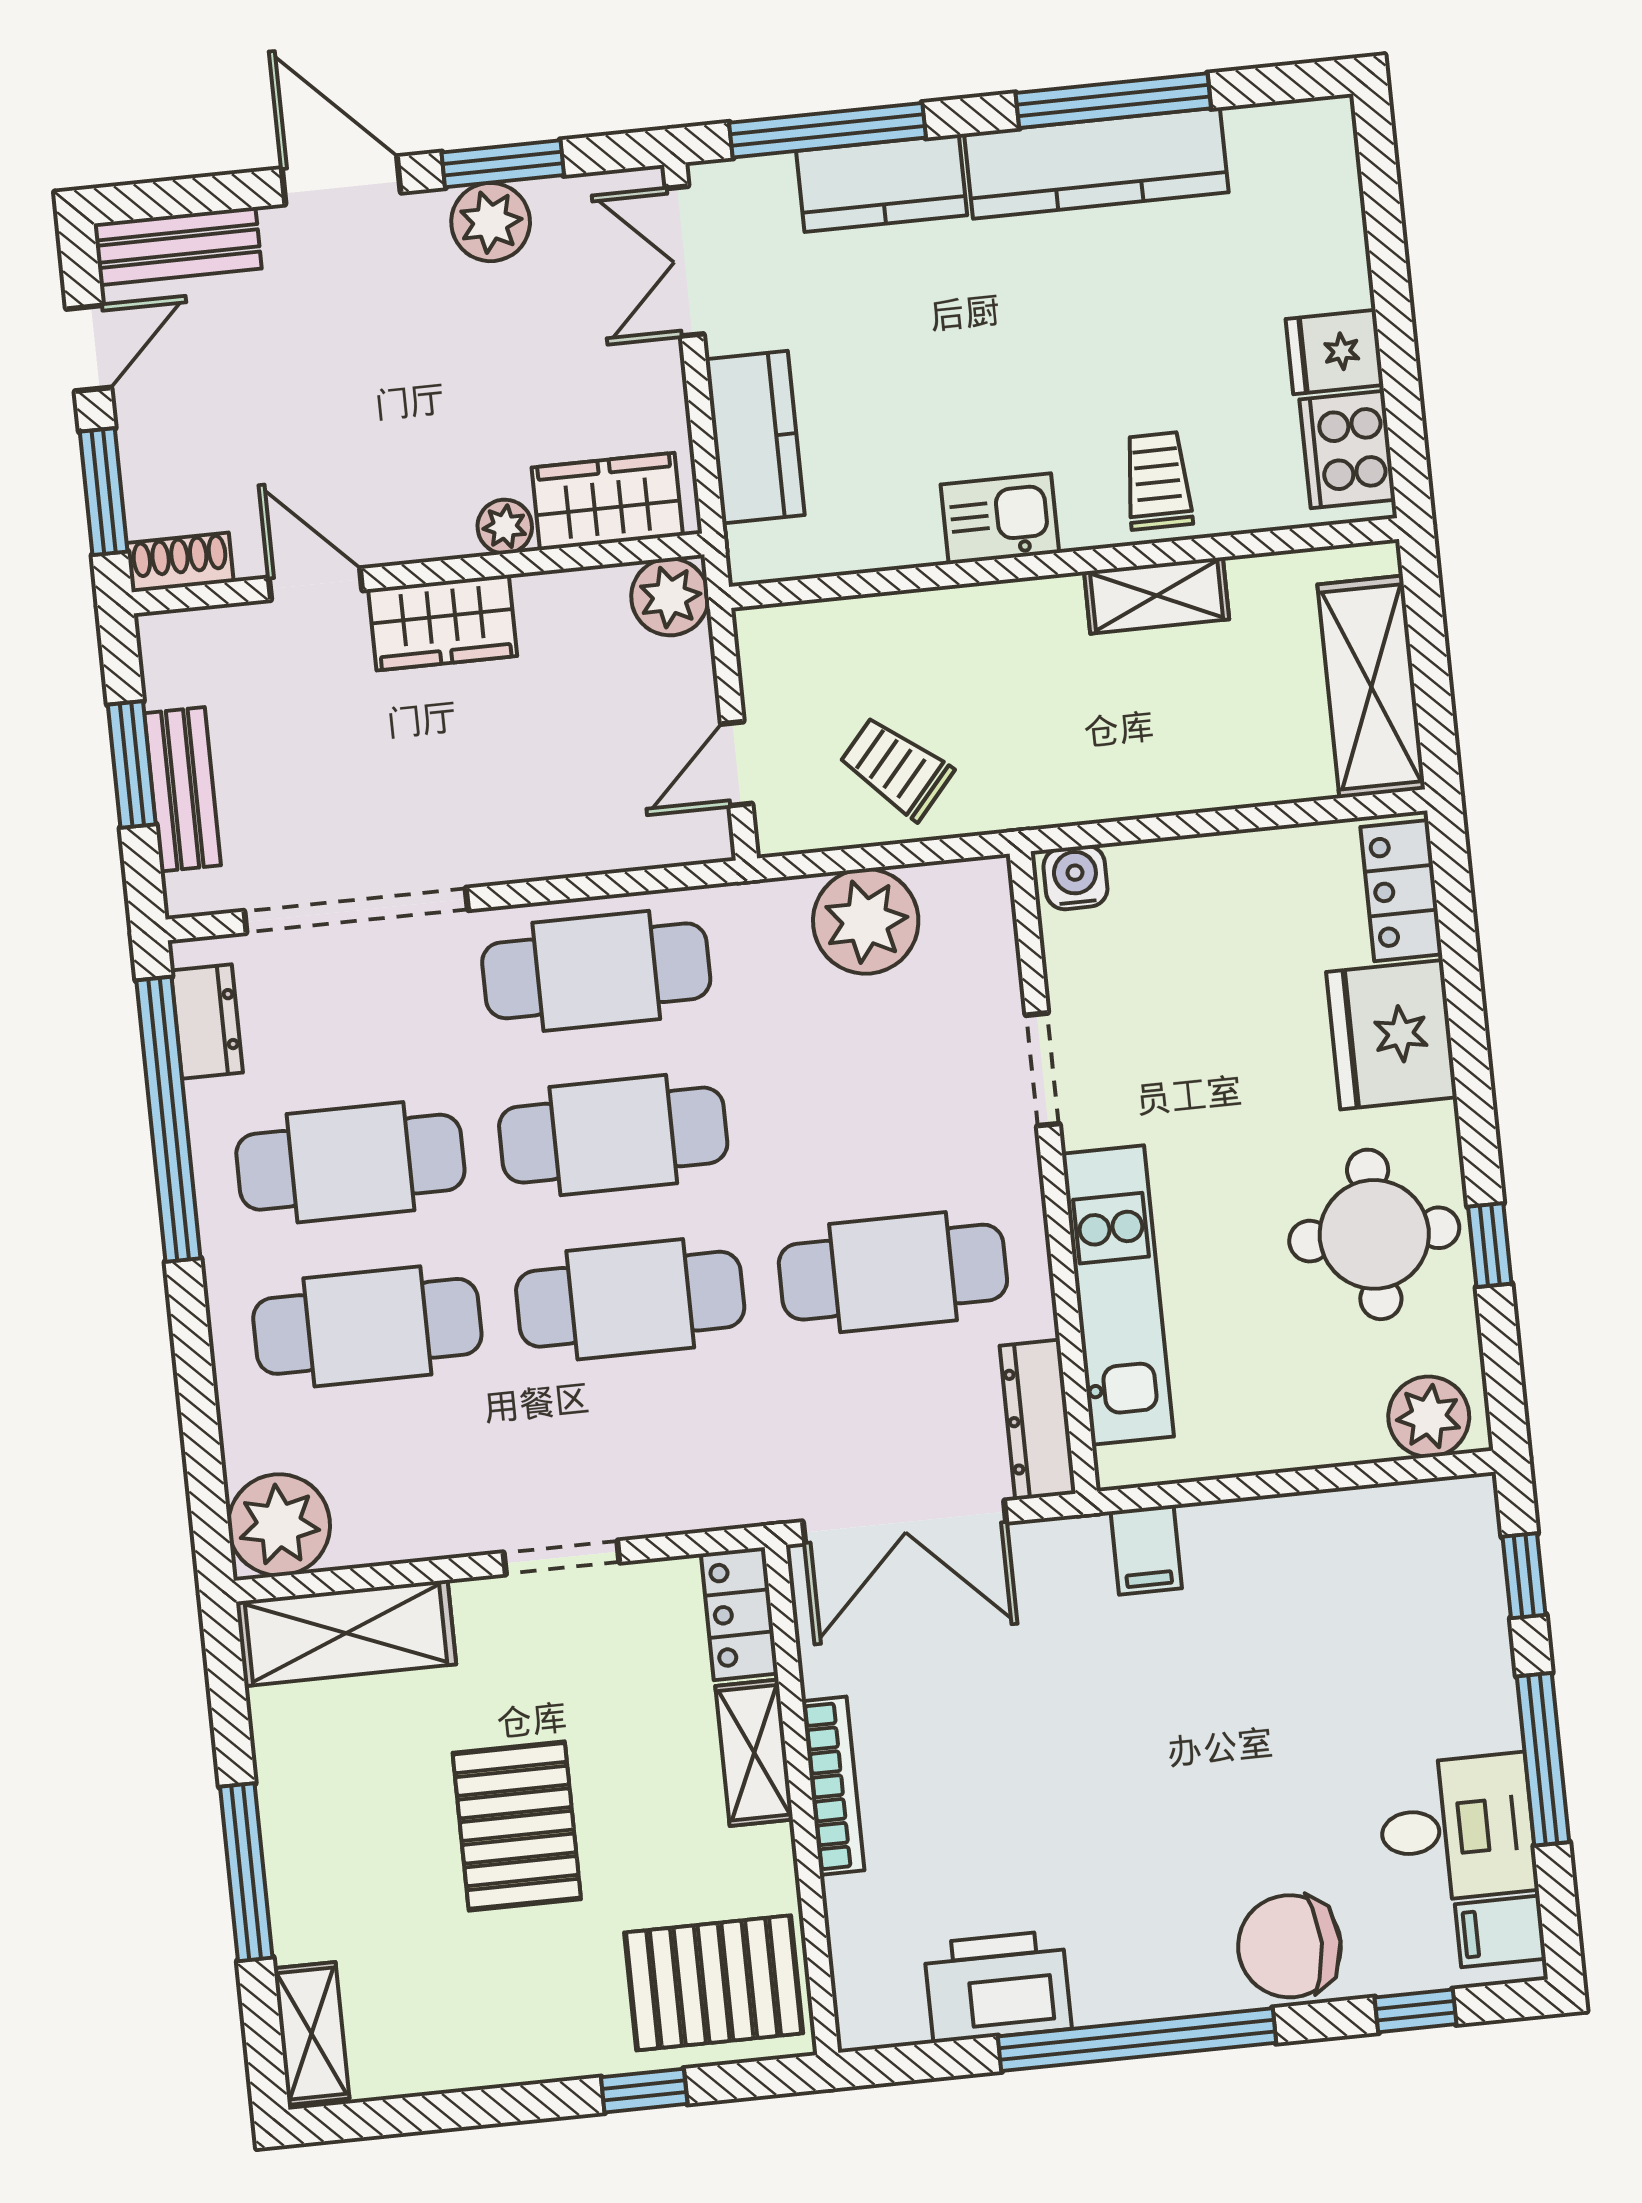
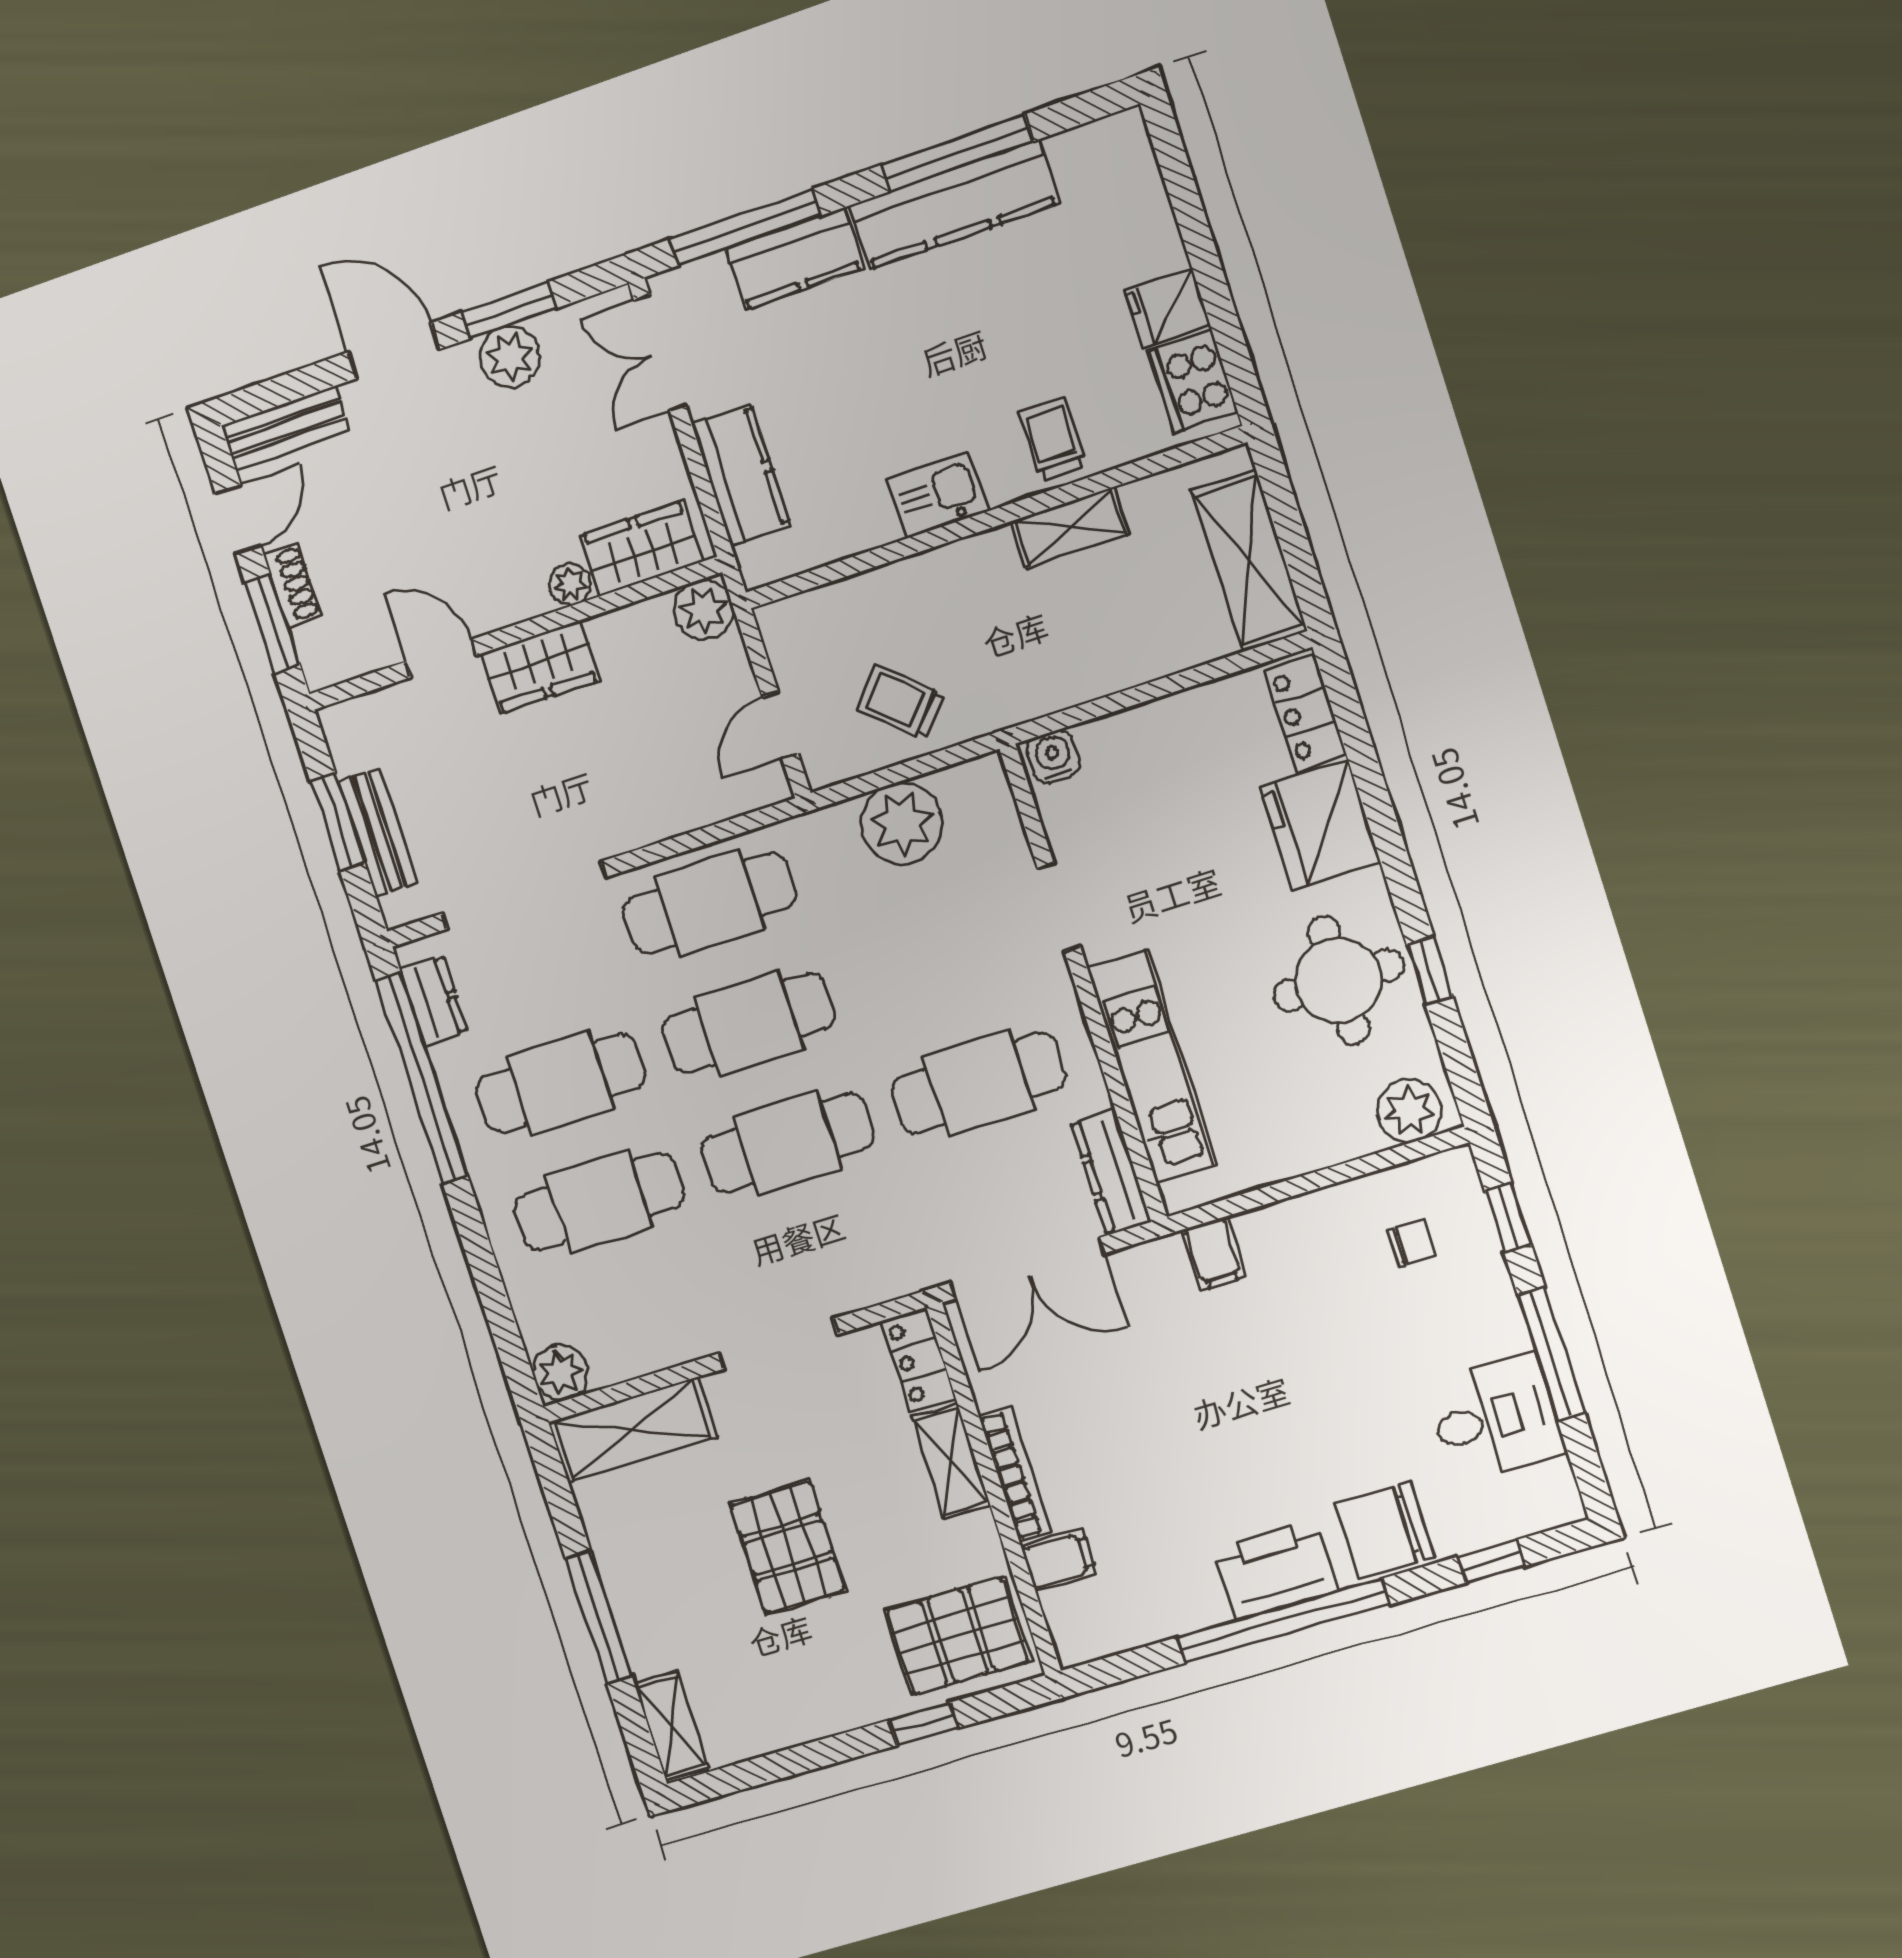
shoe rack: (180, 562) -> (293, 585), moved, turned 90
plant: (279, 1525) -> (561, 1373), width x0.73, depth x0.73
doorway: (562, 1557) -> (778, 1344), width x1.38
chair: (1398, 1585) -> (1412, 1243), added
filing cabinet: (1500, 1931) -> (1059, 1560), moved, turned 180
printer: (998, 1986) -> (1276, 1570), moved

